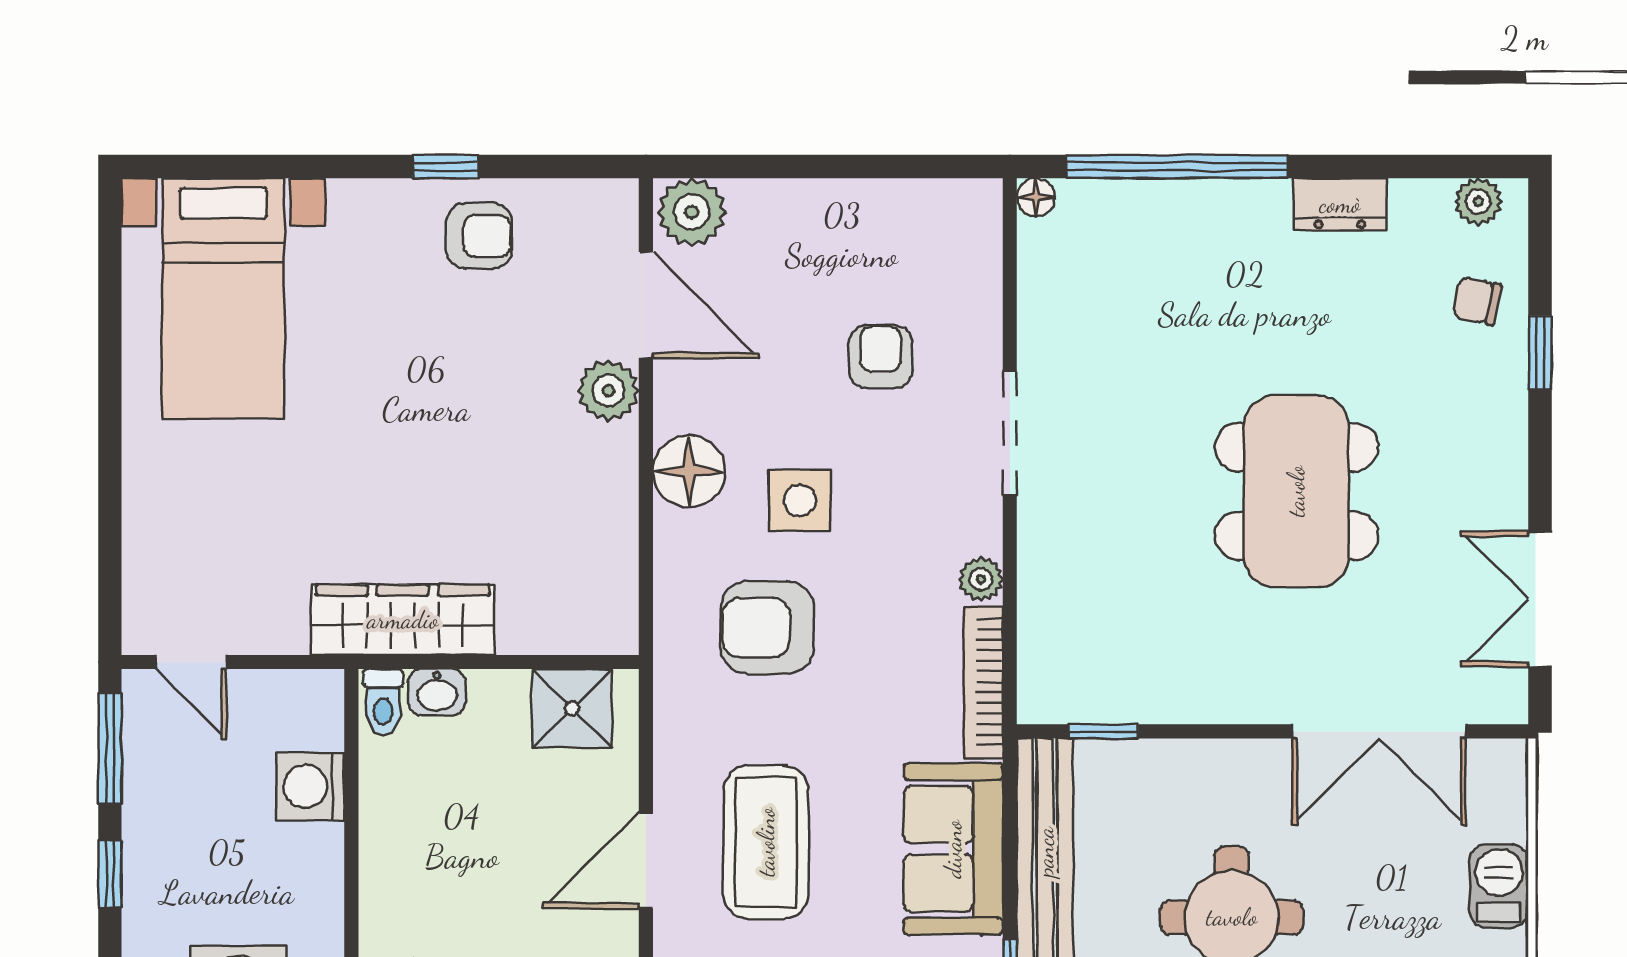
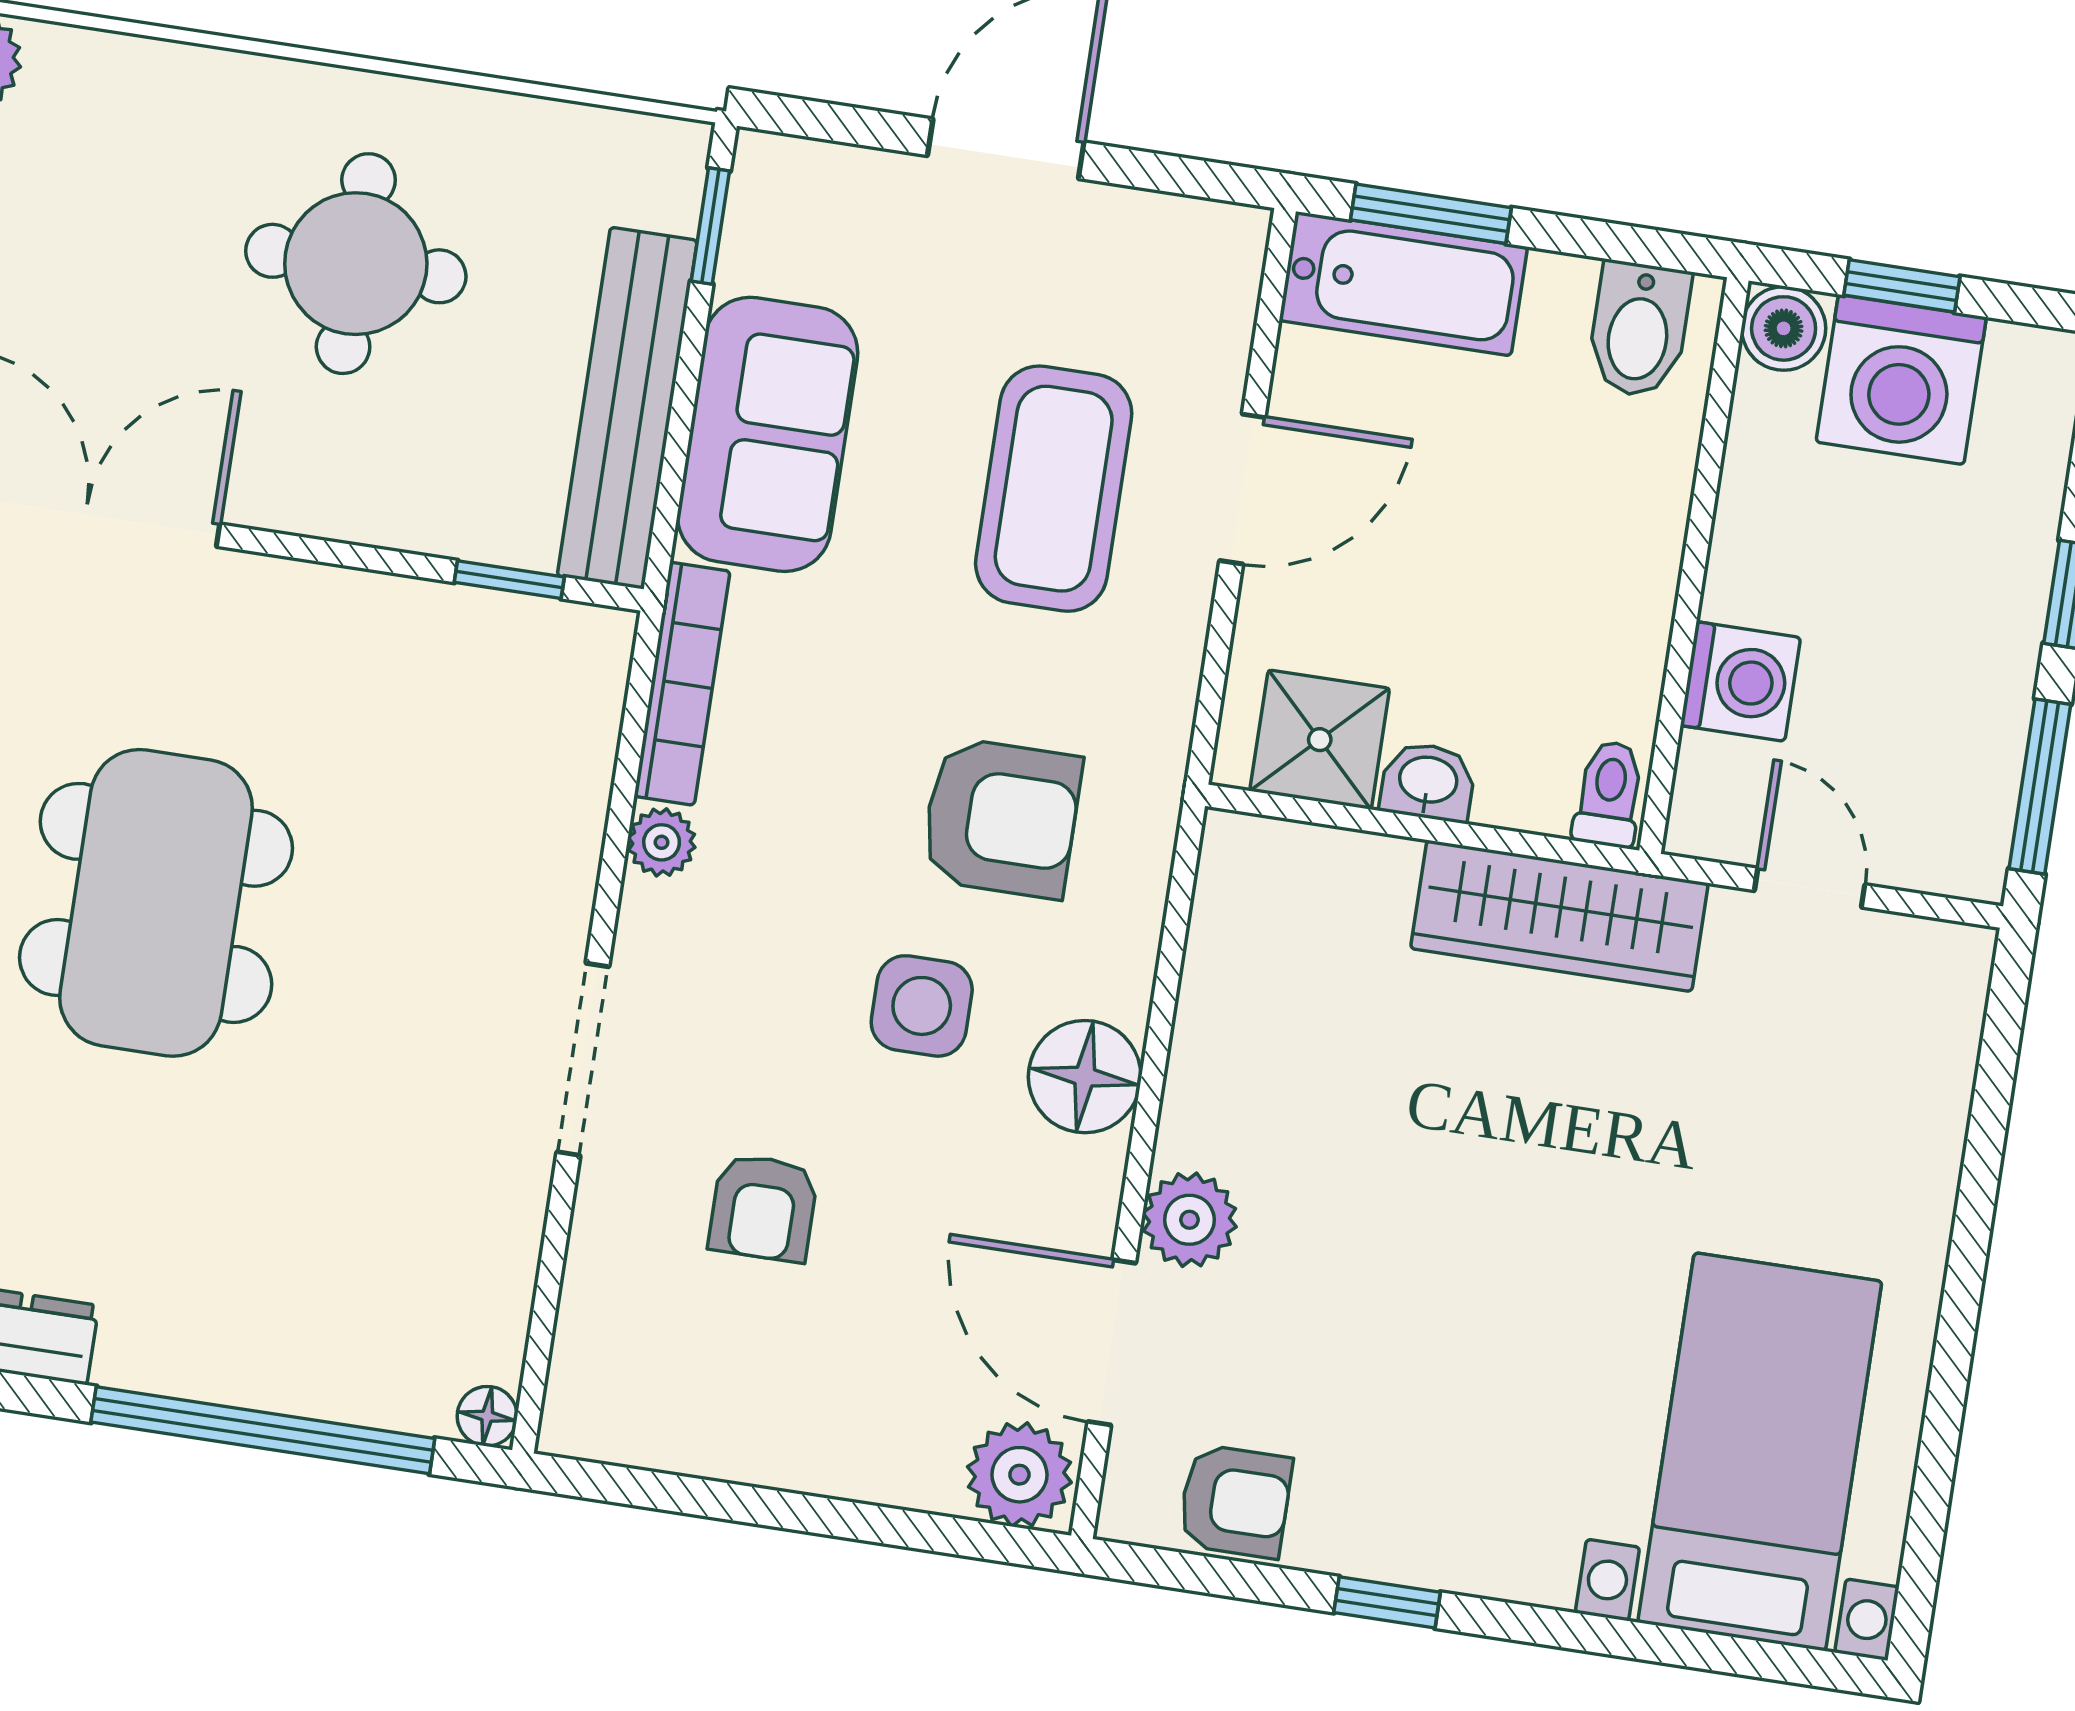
armchair: (479, 236) -> (1235, 1501), moved, turned 180
door: (191, 662) -> (1810, 888), moved
washbasin: (437, 692) -> (1428, 782), moved

